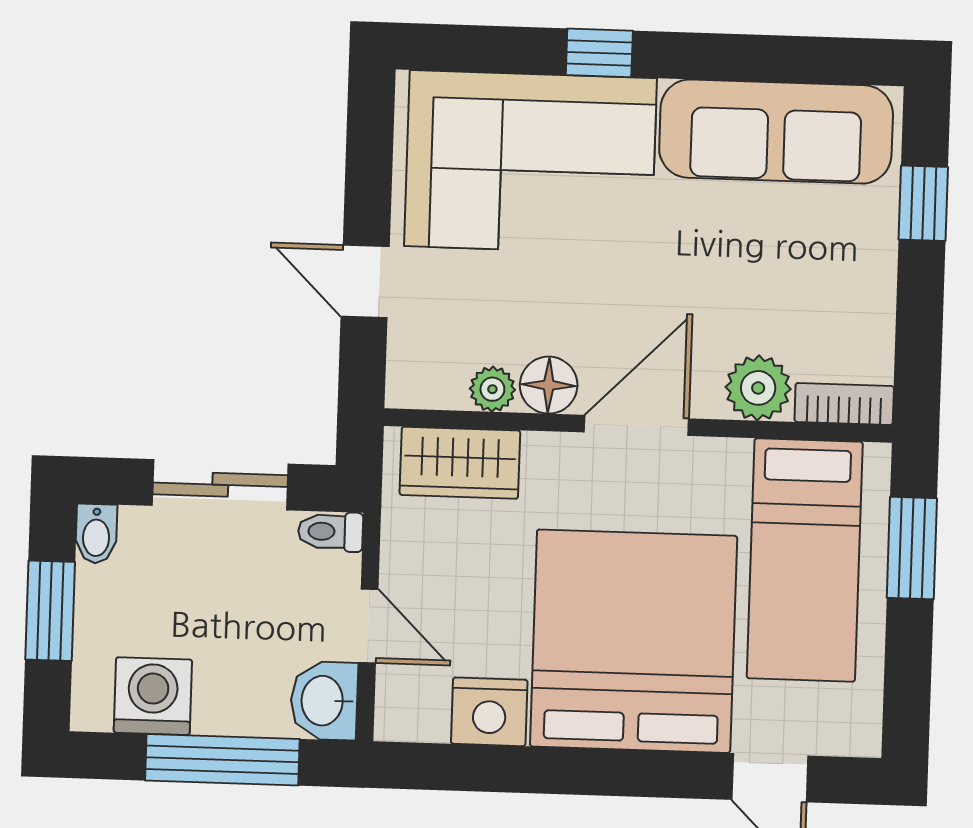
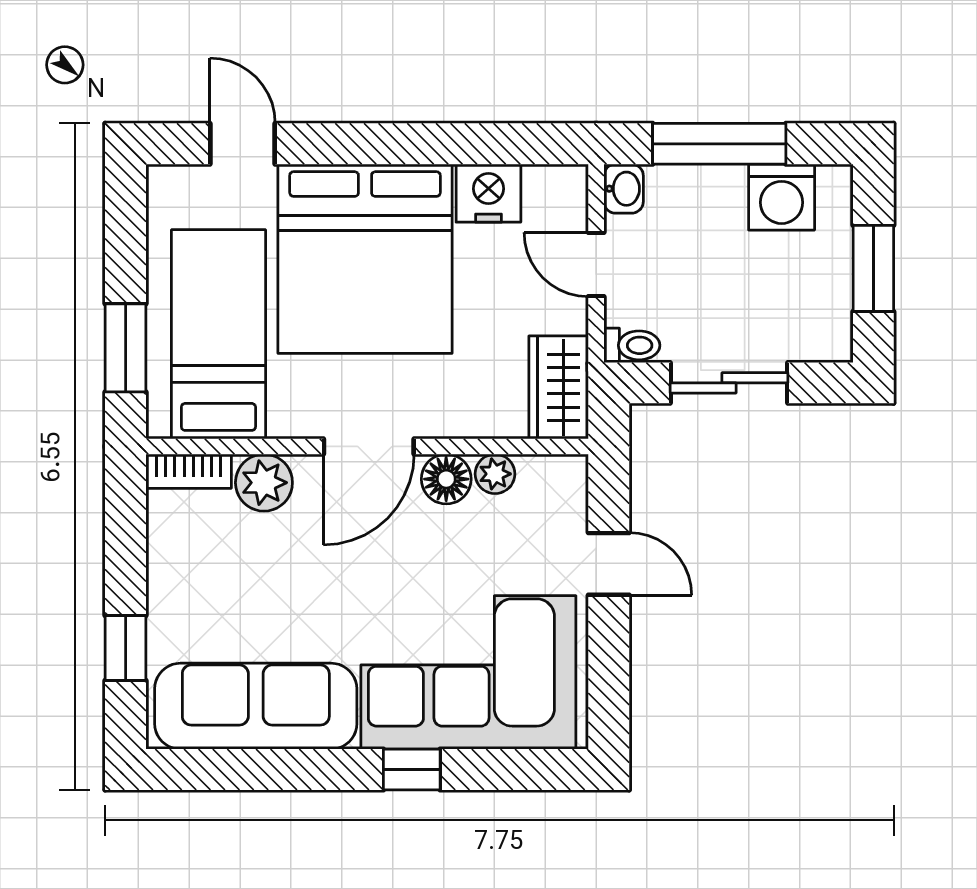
wardrobe: (460, 463) -> (559, 387), moved, turned -90
bidet: (96, 534) -> (835, 337), removed
washbasin: (324, 701) -> (624, 189), width x0.72, depth x0.69

